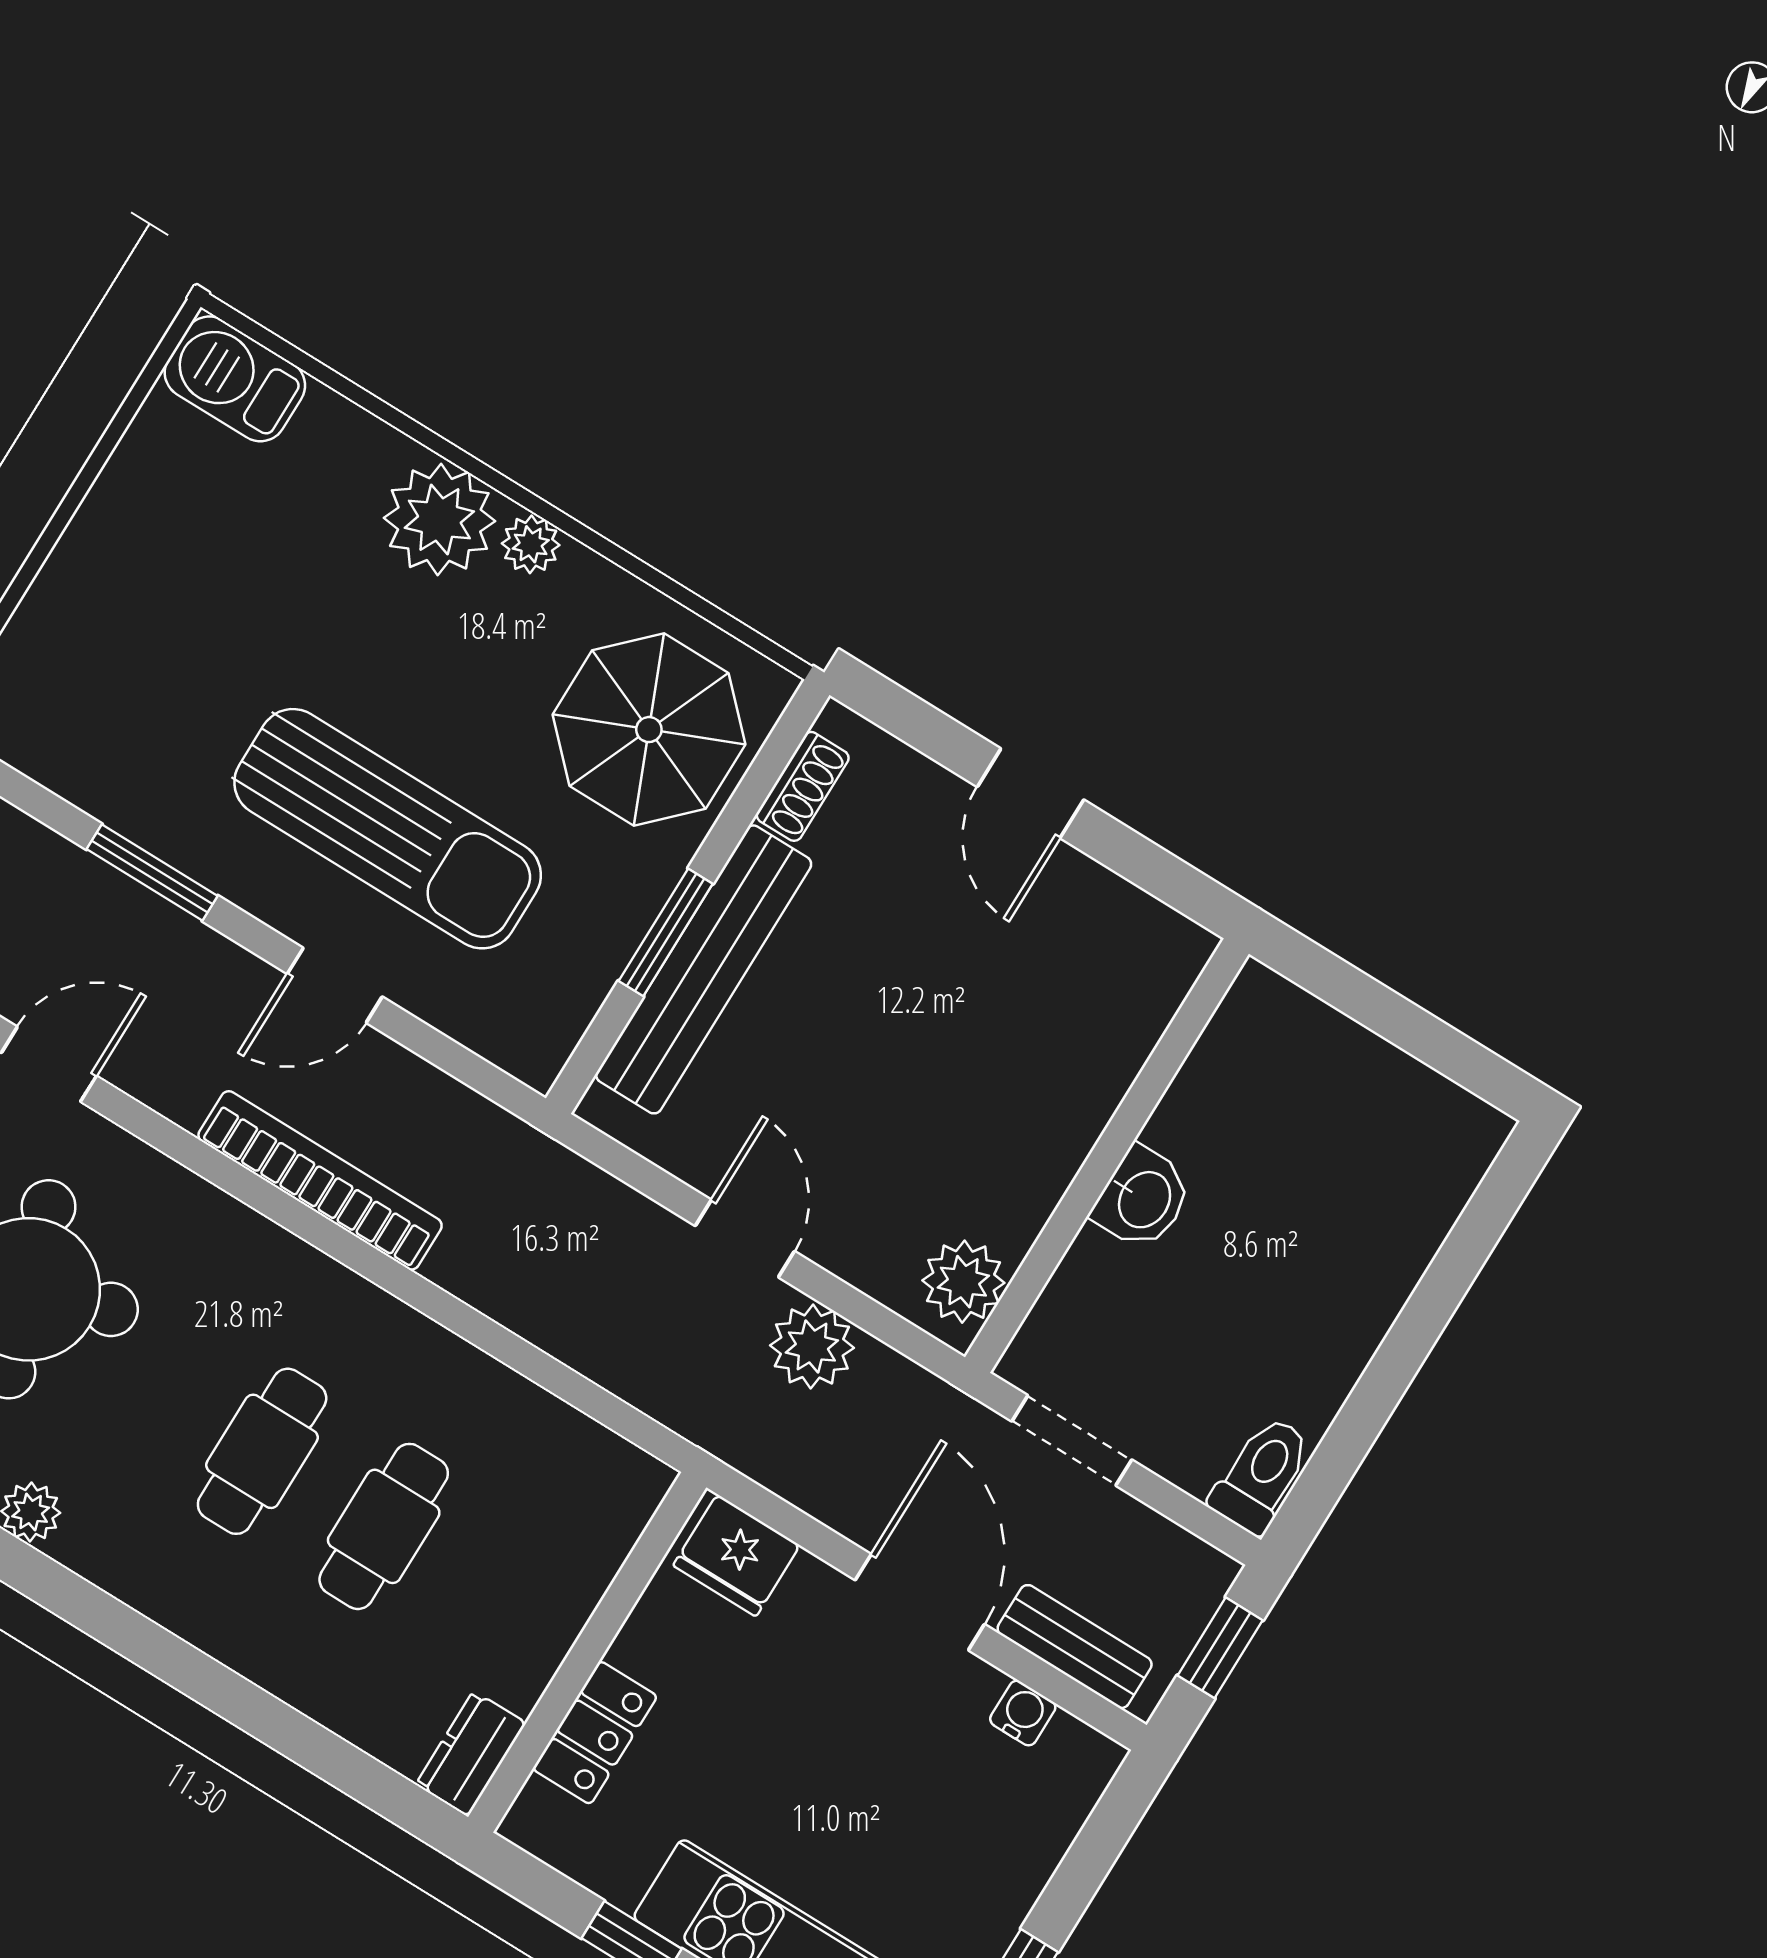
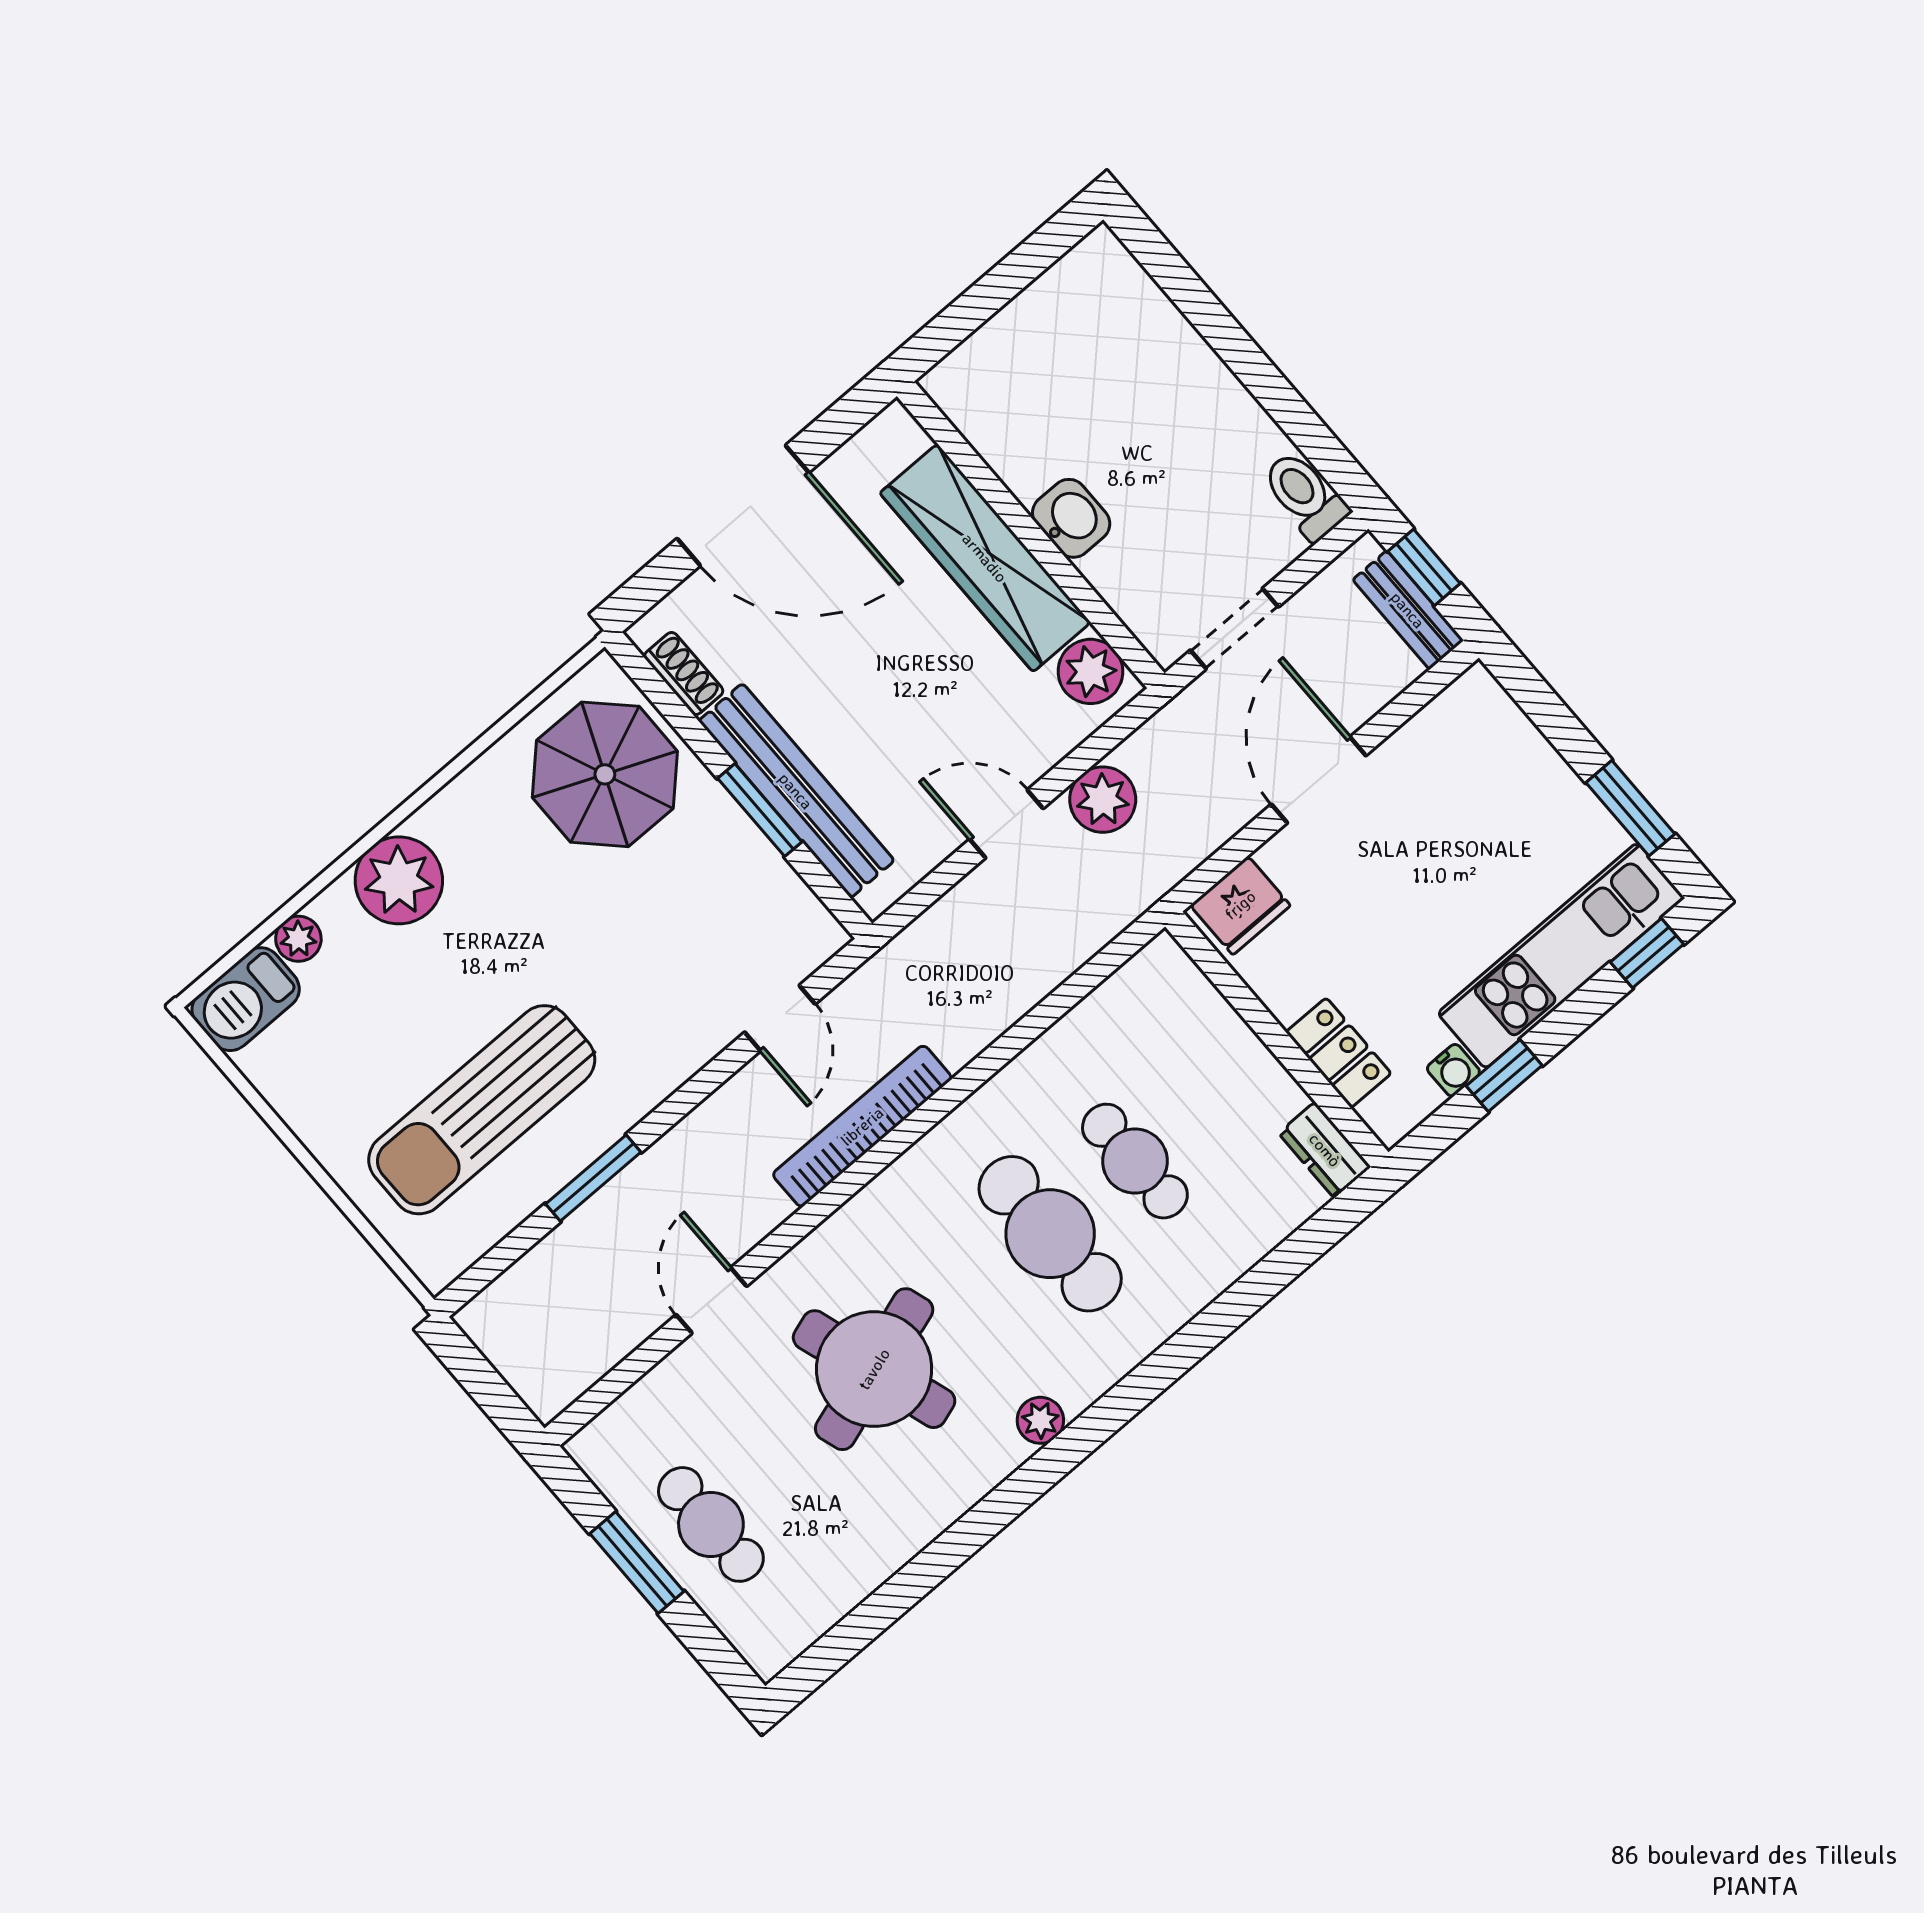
plant: (531, 544) -> (298, 939), moved
door: (1030, 793) -> (743, 506), width x1.88
sun lounger: (388, 829) -> (482, 1110), moved, turned 180
door: (335, 985) -> (780, 1018), moved
wardrobe: (1061, 1109) -> (985, 558), added
cafe table: (262, 1451) -> (1050, 1234), width x1.37, depth x1.35
door: (920, 1602) -> (1319, 780), hinge flipped
bench: (1075, 1647) -> (1408, 610), moved, turned 90
water cooler: (1023, 1713) -> (1453, 1070), moved, turned 180

